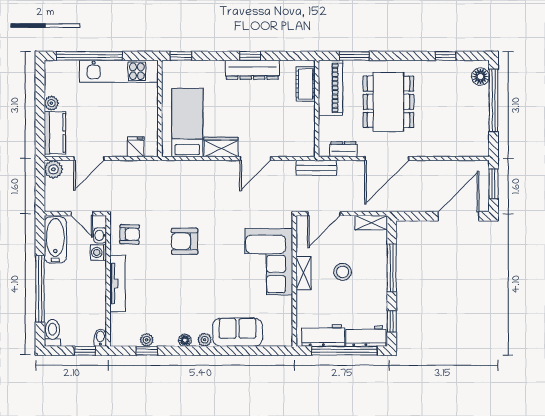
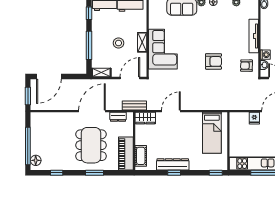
window: (354, 56) -> (95, 173), moved
fridge: (136, 147) -> (254, 118), moved
wardrobe: (221, 147) -> (145, 118), moved

